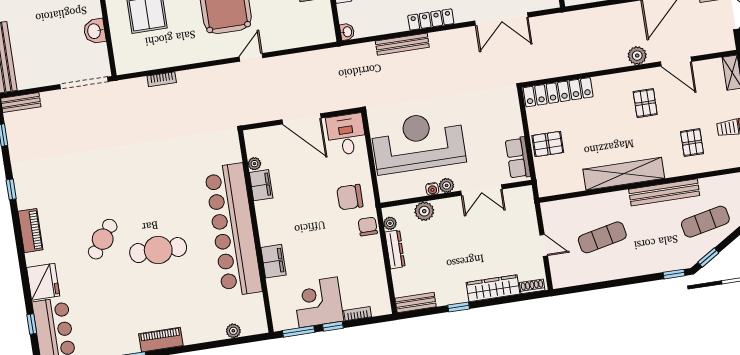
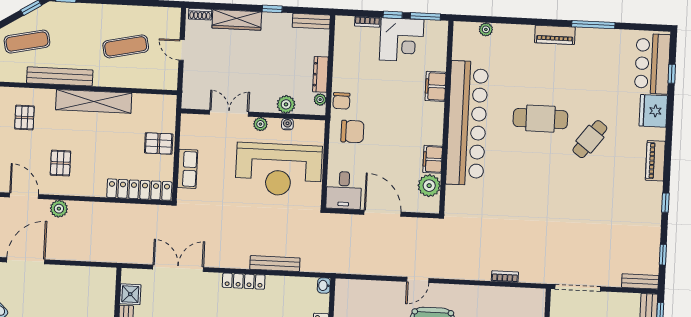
row of seats: (518, 158) -> (187, 169), moved
plant: (254, 164) -> (429, 186), width x1.88, depth x1.88
water cooler: (432, 189) -> (287, 124), moved

